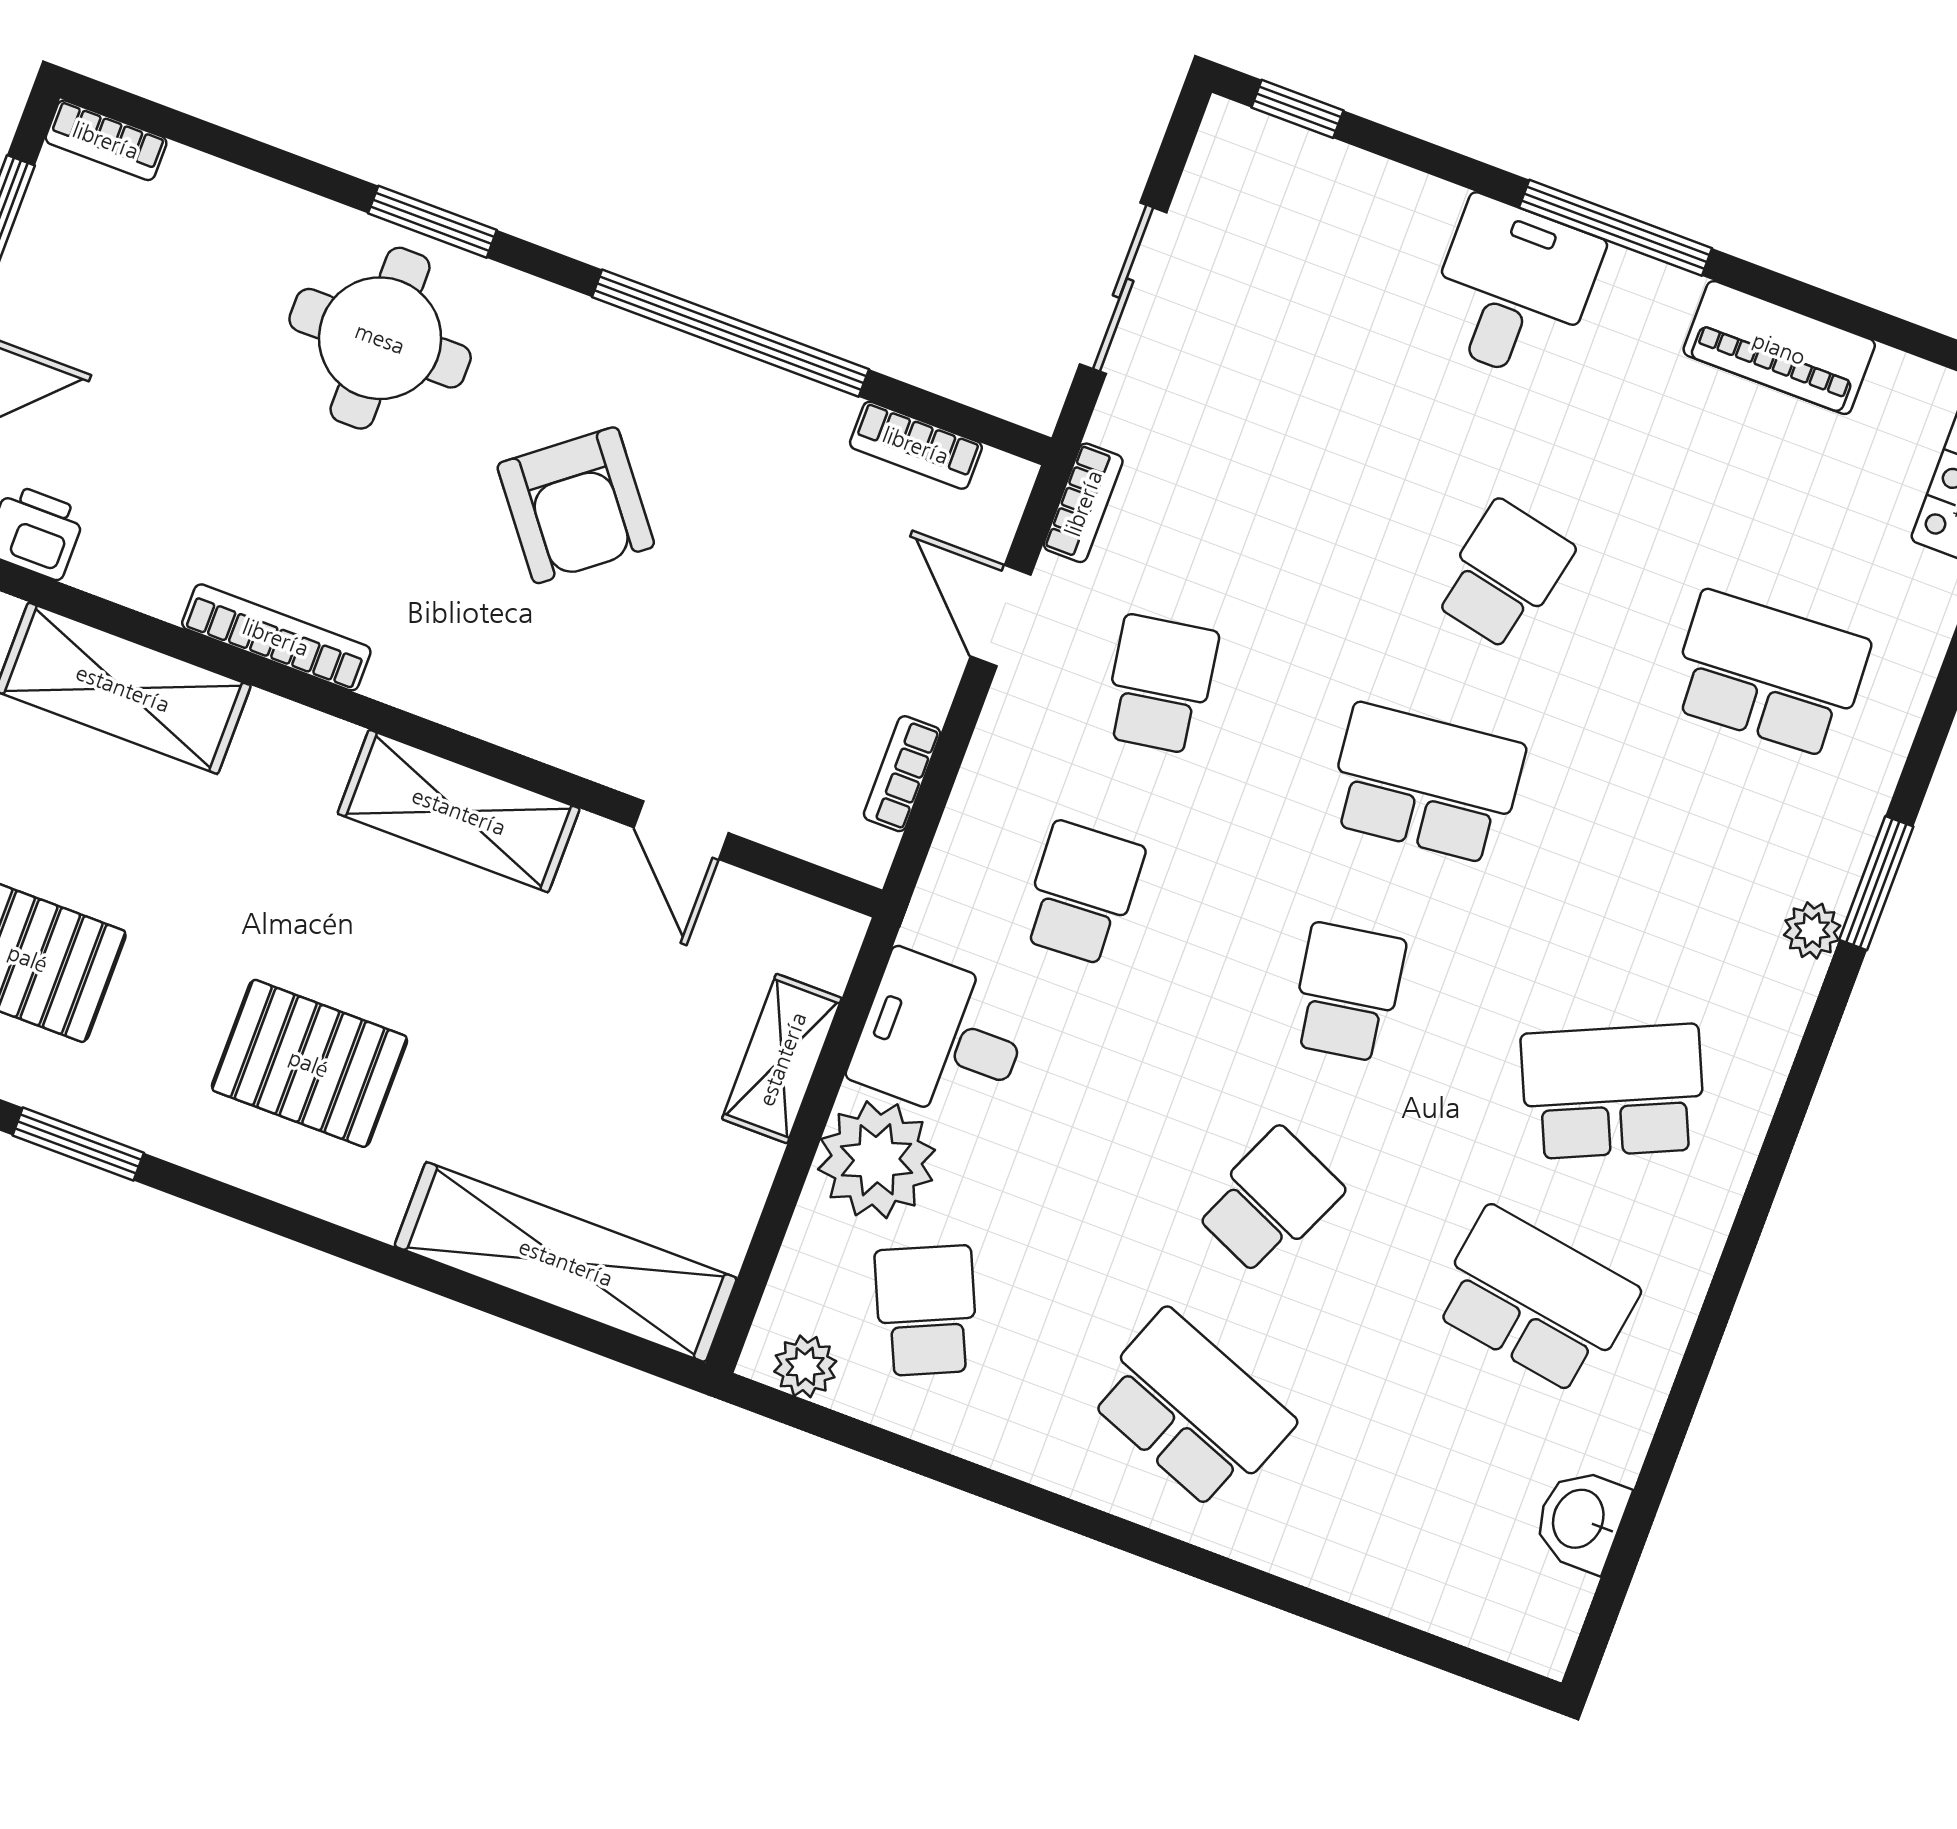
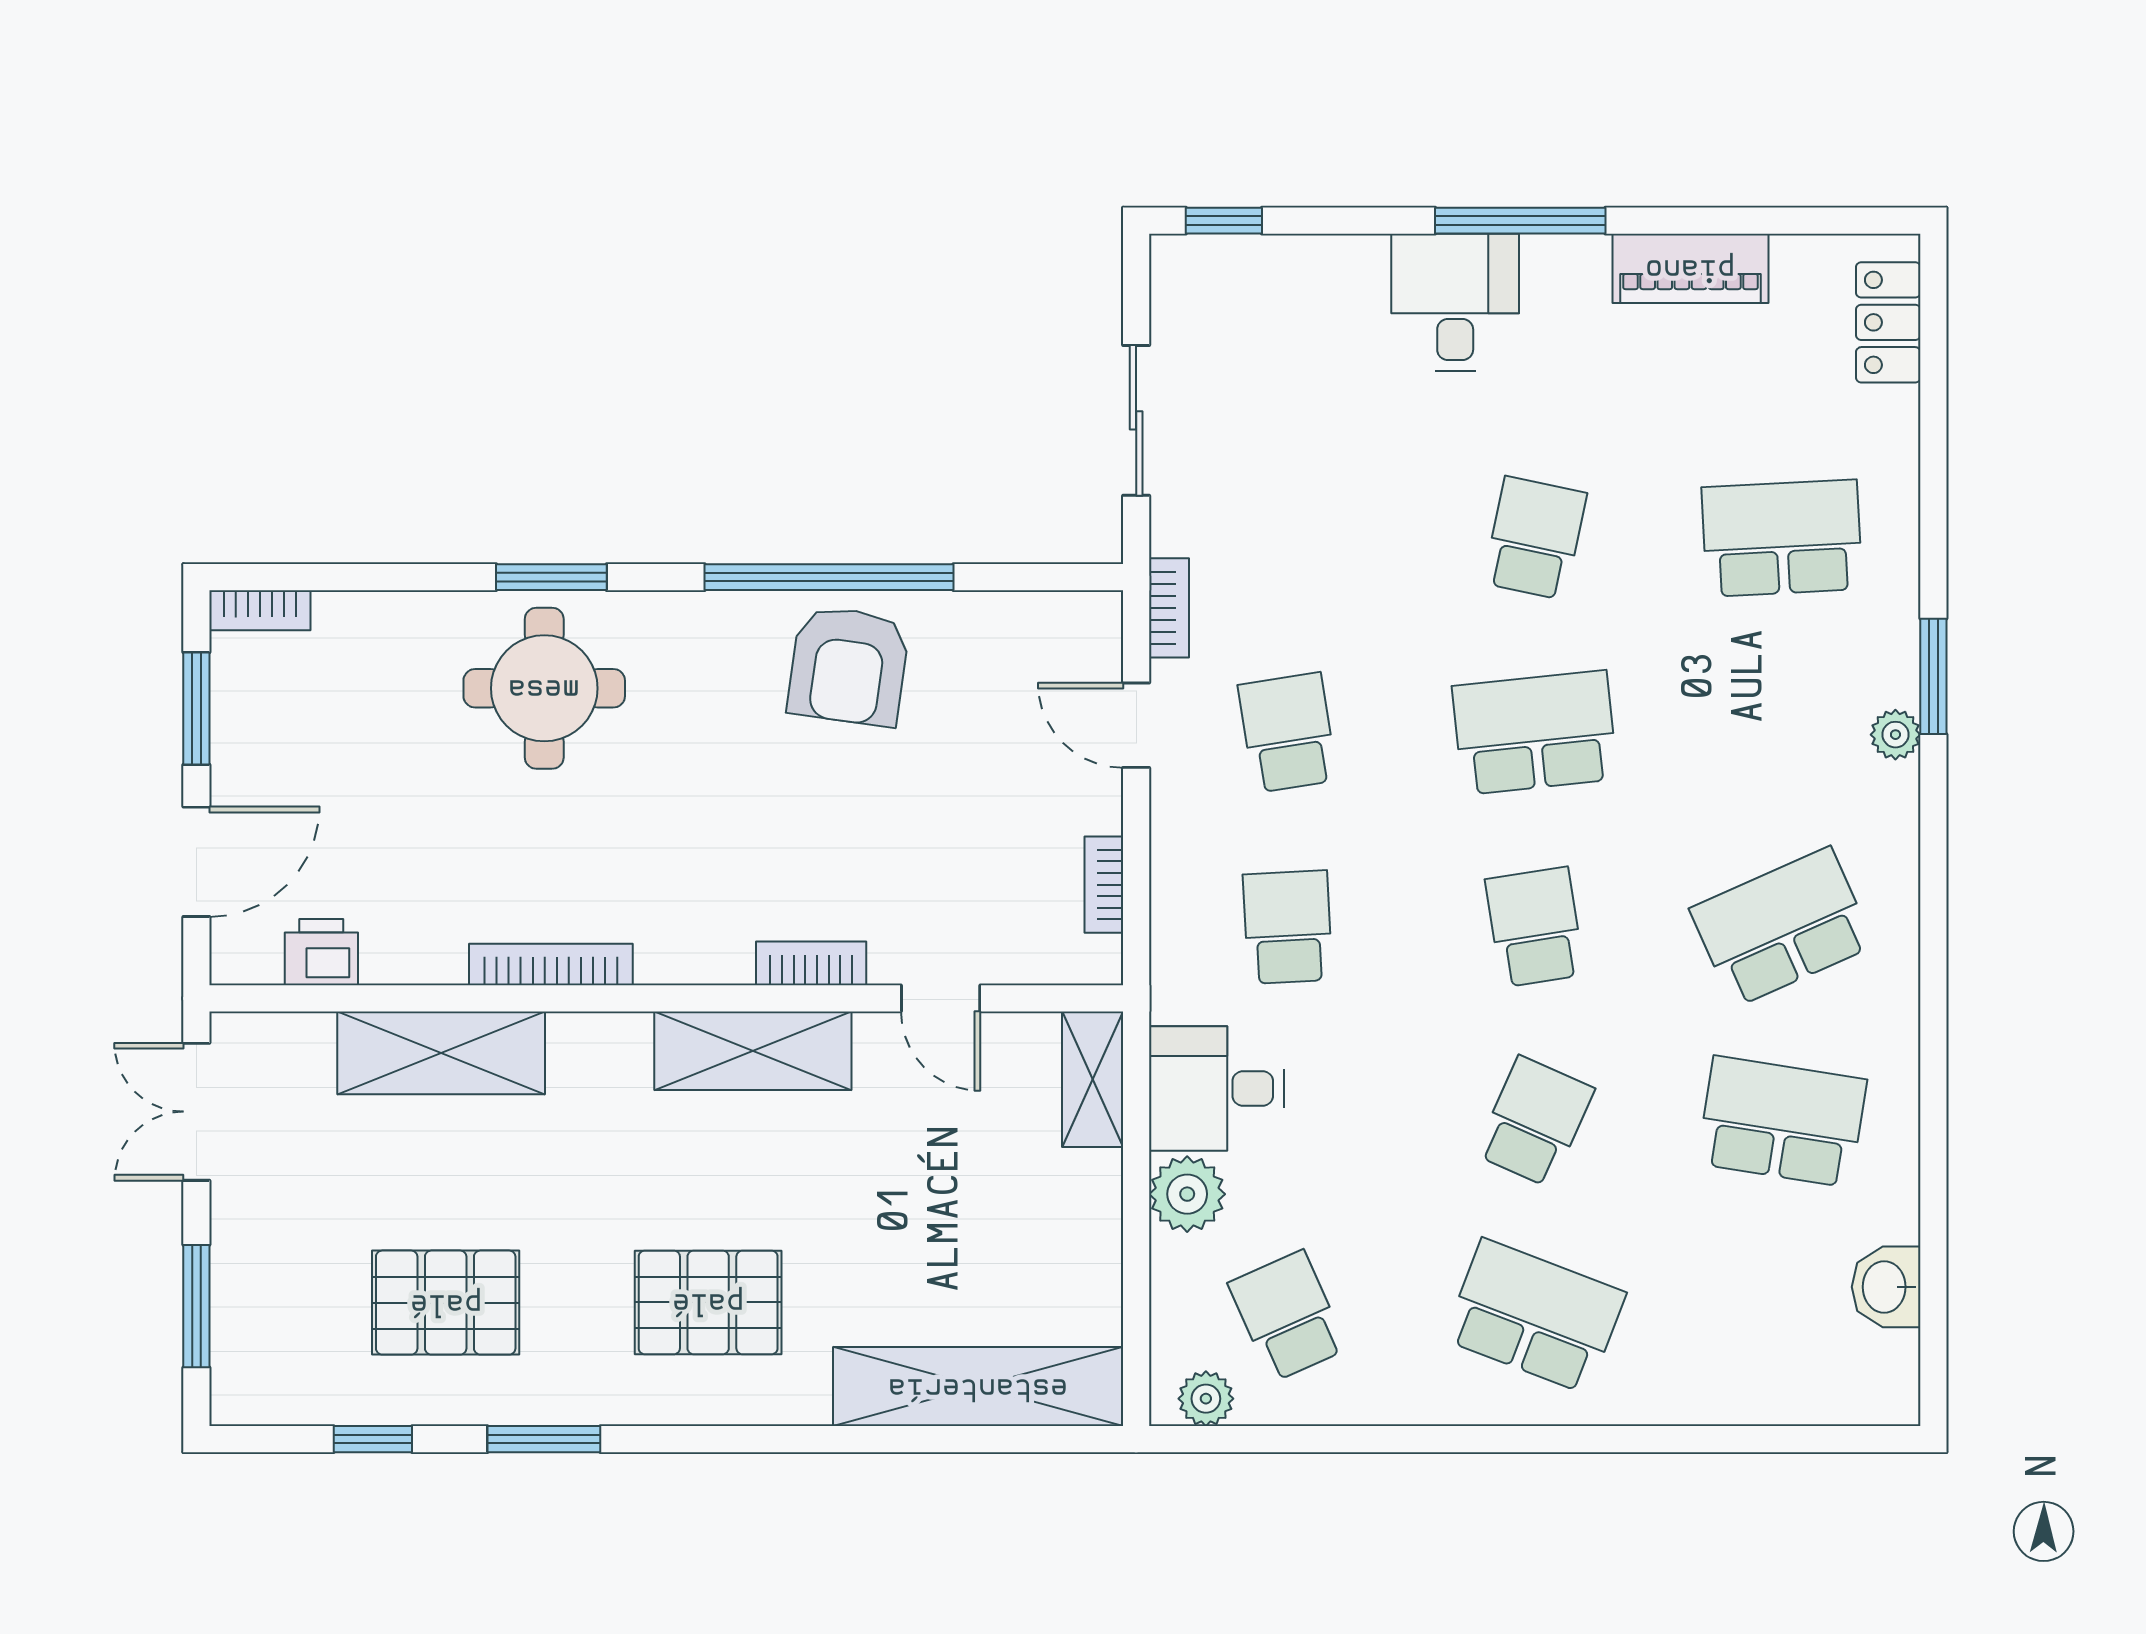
bookcase: (916, 445) -> (811, 963), moved, turned 180
armchair: (576, 505) -> (848, 666), moved, turned 46
shelving: (782, 1059) -> (1093, 1079), moved
plant: (877, 1160) -> (1187, 1194), width x0.73, depth x0.73

